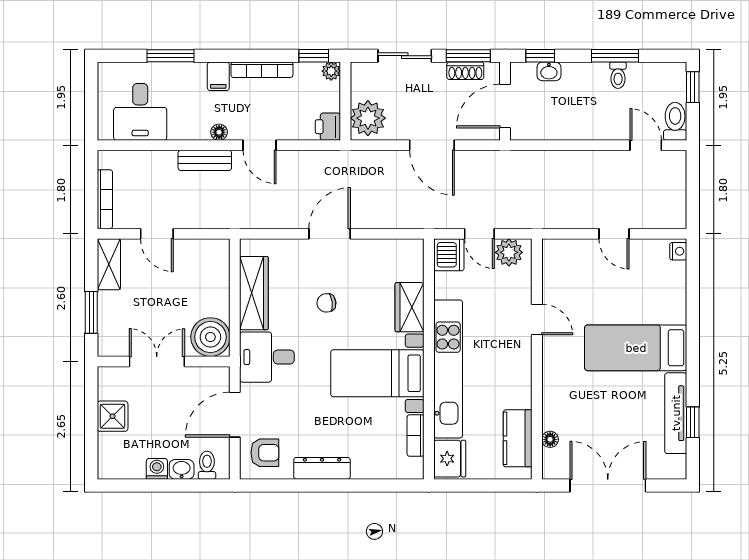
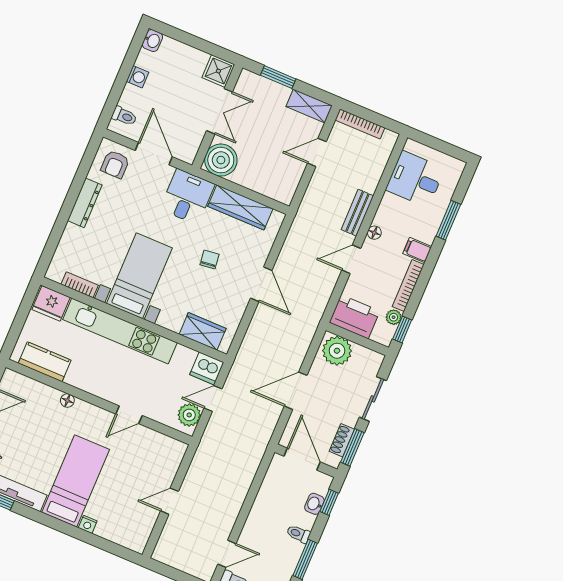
plant: (331, 71) -> (394, 317), moved
toilet: (618, 75) -> (298, 534), moved
printer: (328, 127) -> (355, 317), width x1.87, depth x1.48
nightstand: (678, 251) -> (88, 524), moved
wardrobe: (410, 307) -> (203, 331), moved
shower: (113, 416) -> (218, 71), moved
floor lamp: (550, 439) -> (67, 400), moved
washbasin: (182, 469) -> (152, 41), moved

